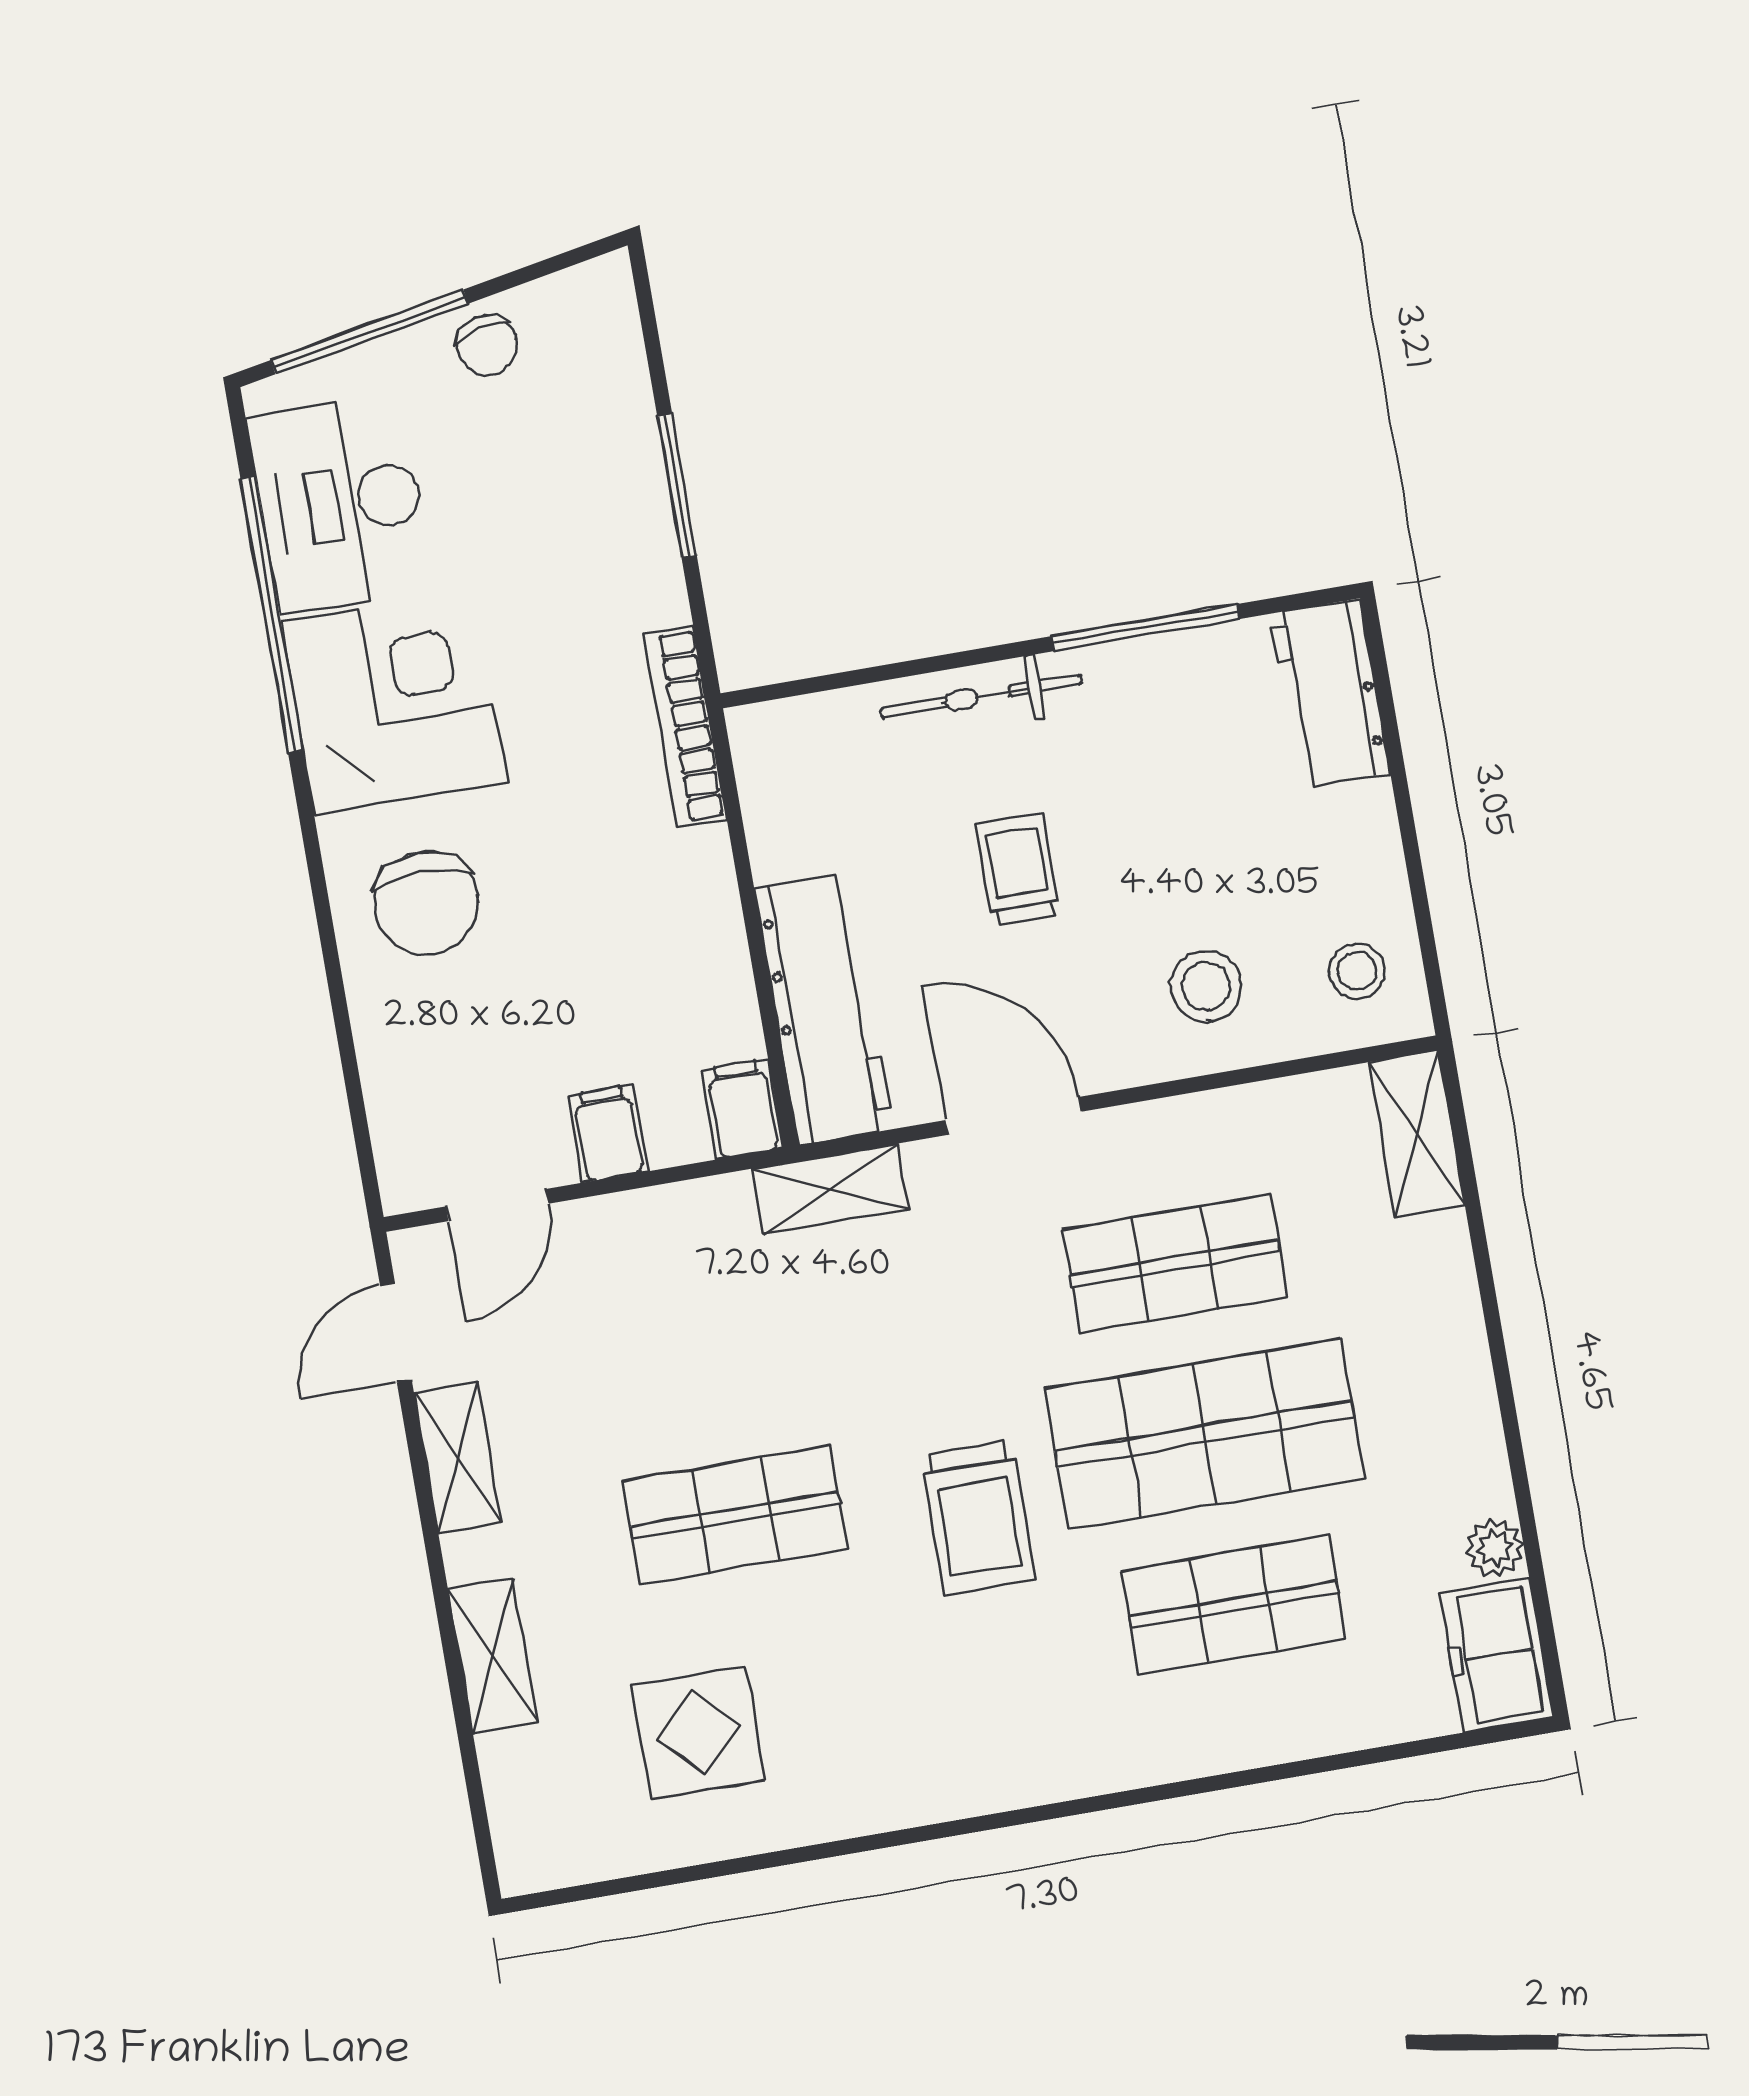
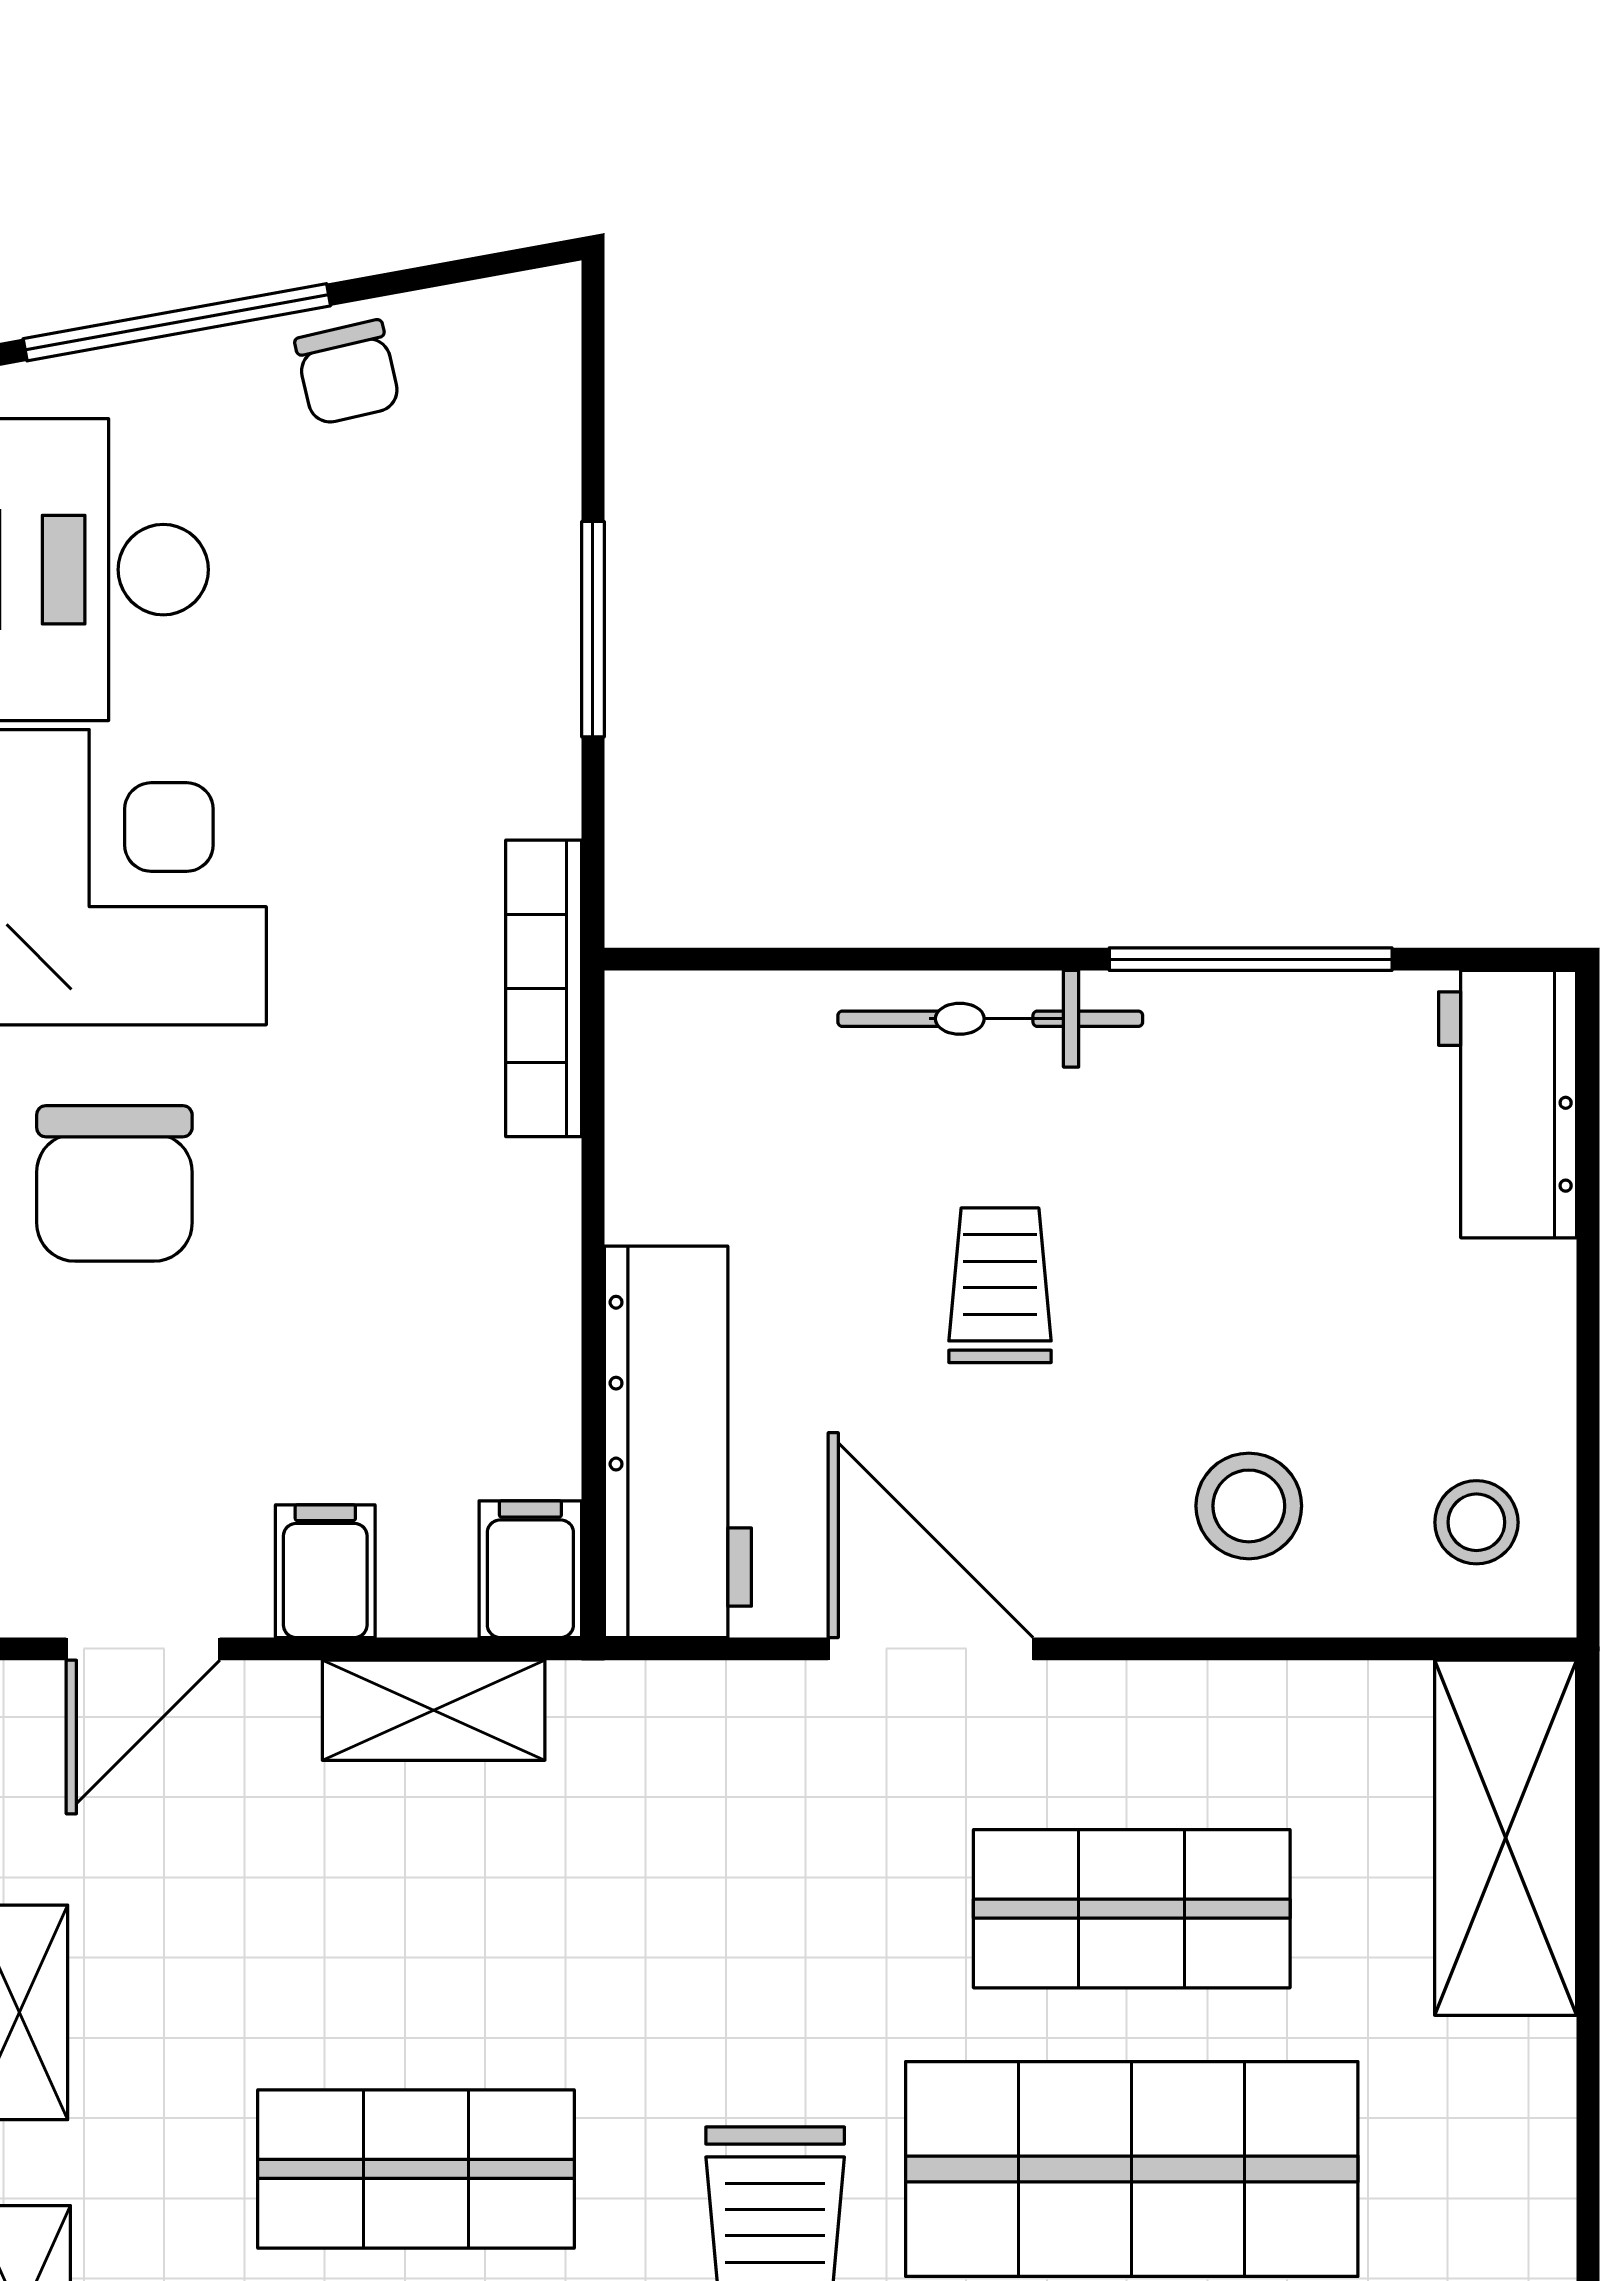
shelving: (1417, 1134) -> (1506, 1838), width x1.50, depth x1.33
shelving: (830, 1189) -> (434, 1710), moved

